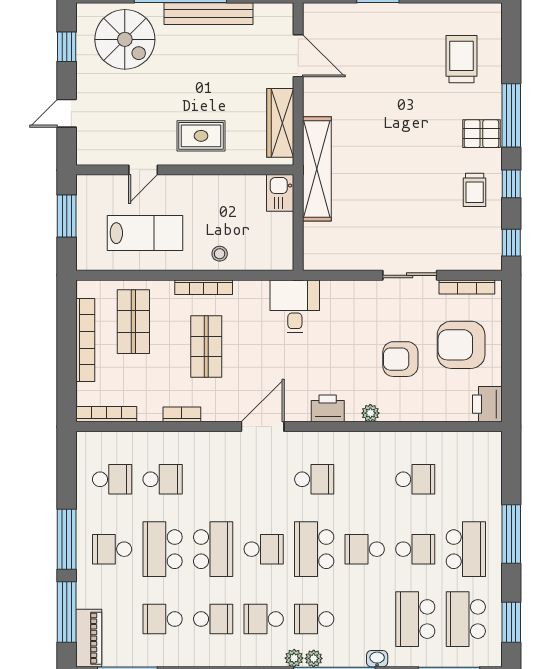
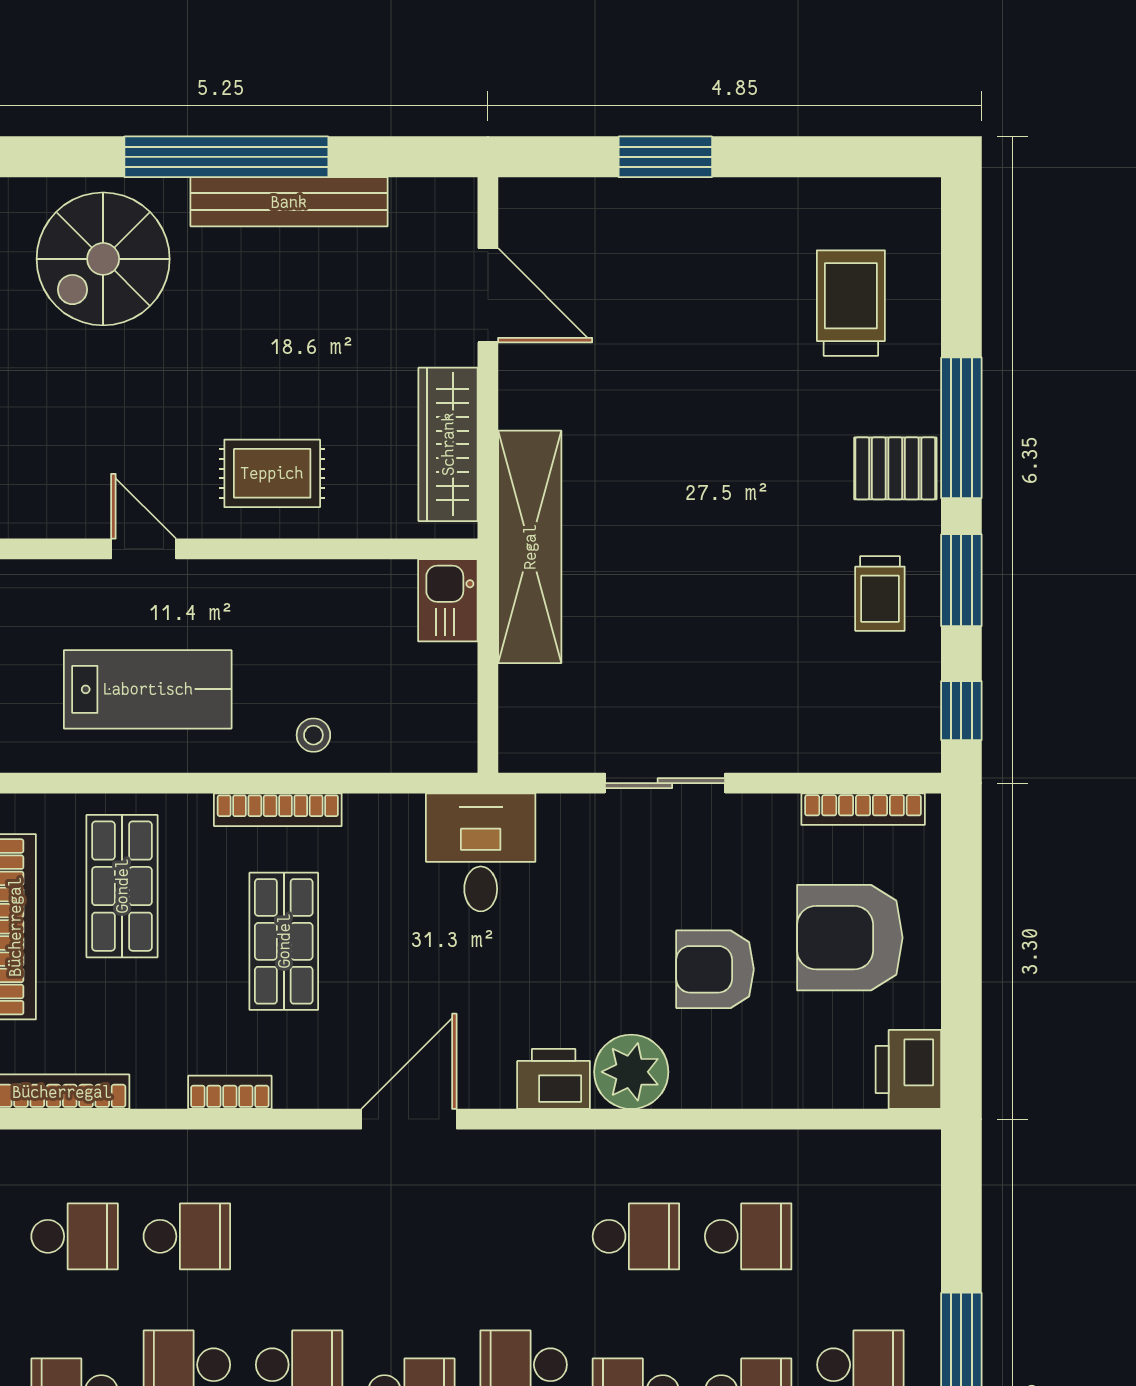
spiral stairs: (125, 39) -> (103, 259), turned 90
door: (143, 170) -> (144, 549), swing flipped
window: (511, 184) -> (961, 580), width x1.50
sliding door: (410, 275) -> (665, 783), moved
plant: (370, 413) -> (631, 1072), width x1.87, depth x1.87
school desk: (314, 479) -> (636, 1236), moved

